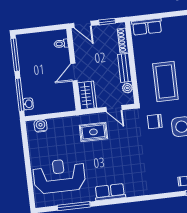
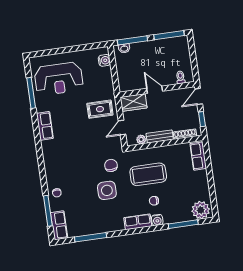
rug: (93, 132) -> (100, 109), turned 90
reception desk: (59, 176) -> (59, 79), turned 90

